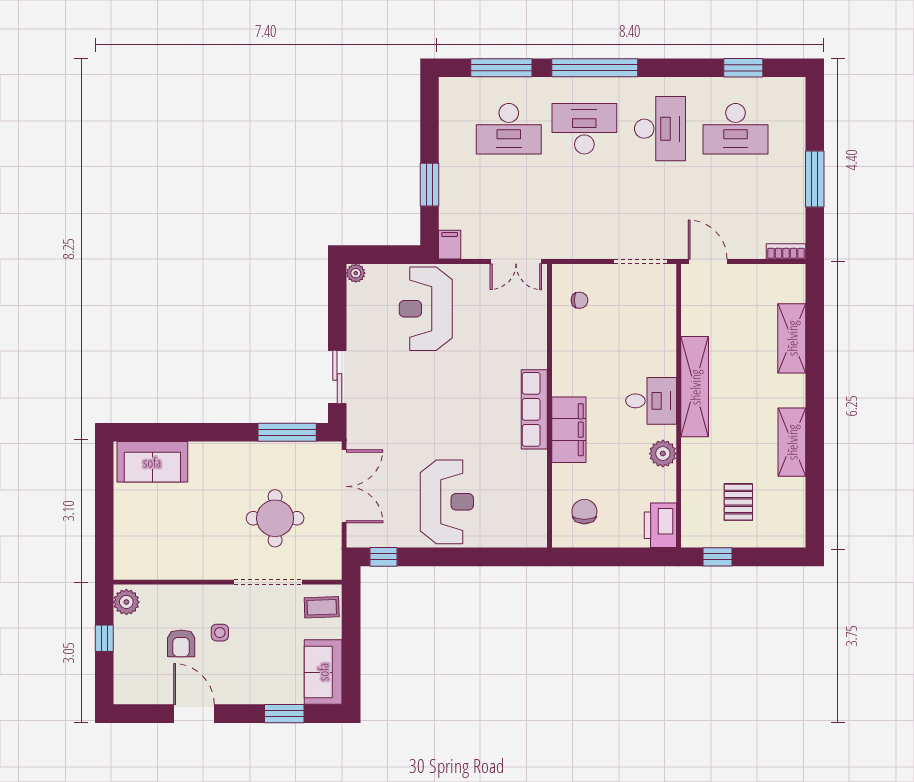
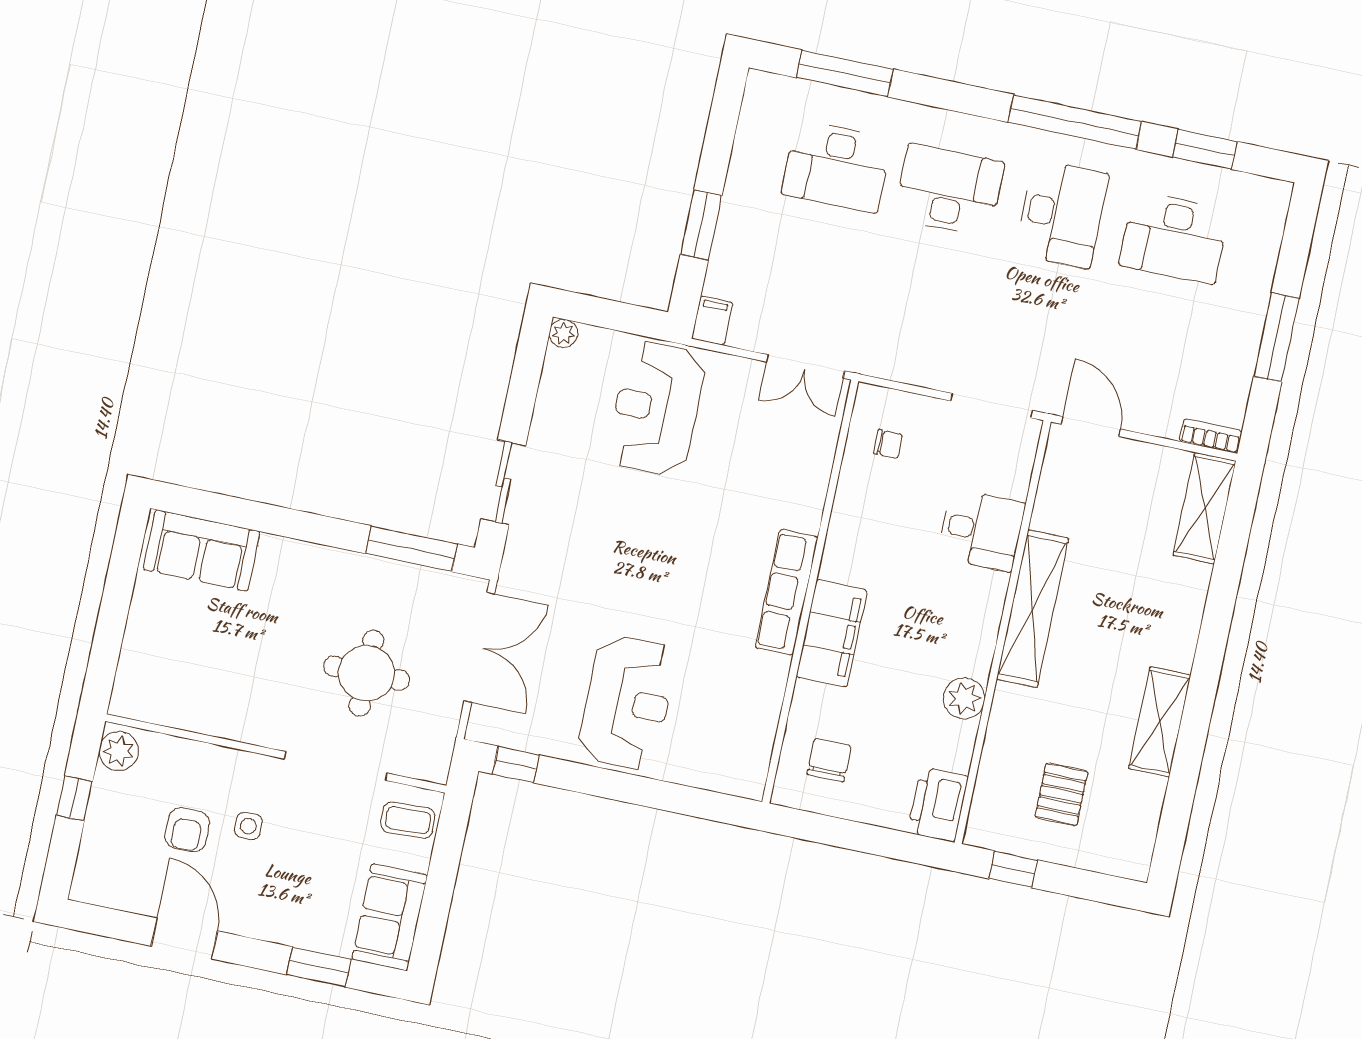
window: (595, 68) -> (1075, 122), moved
shelving: (792, 338) -> (1205, 508), moved
desk: (651, 401) -> (981, 530), moved

